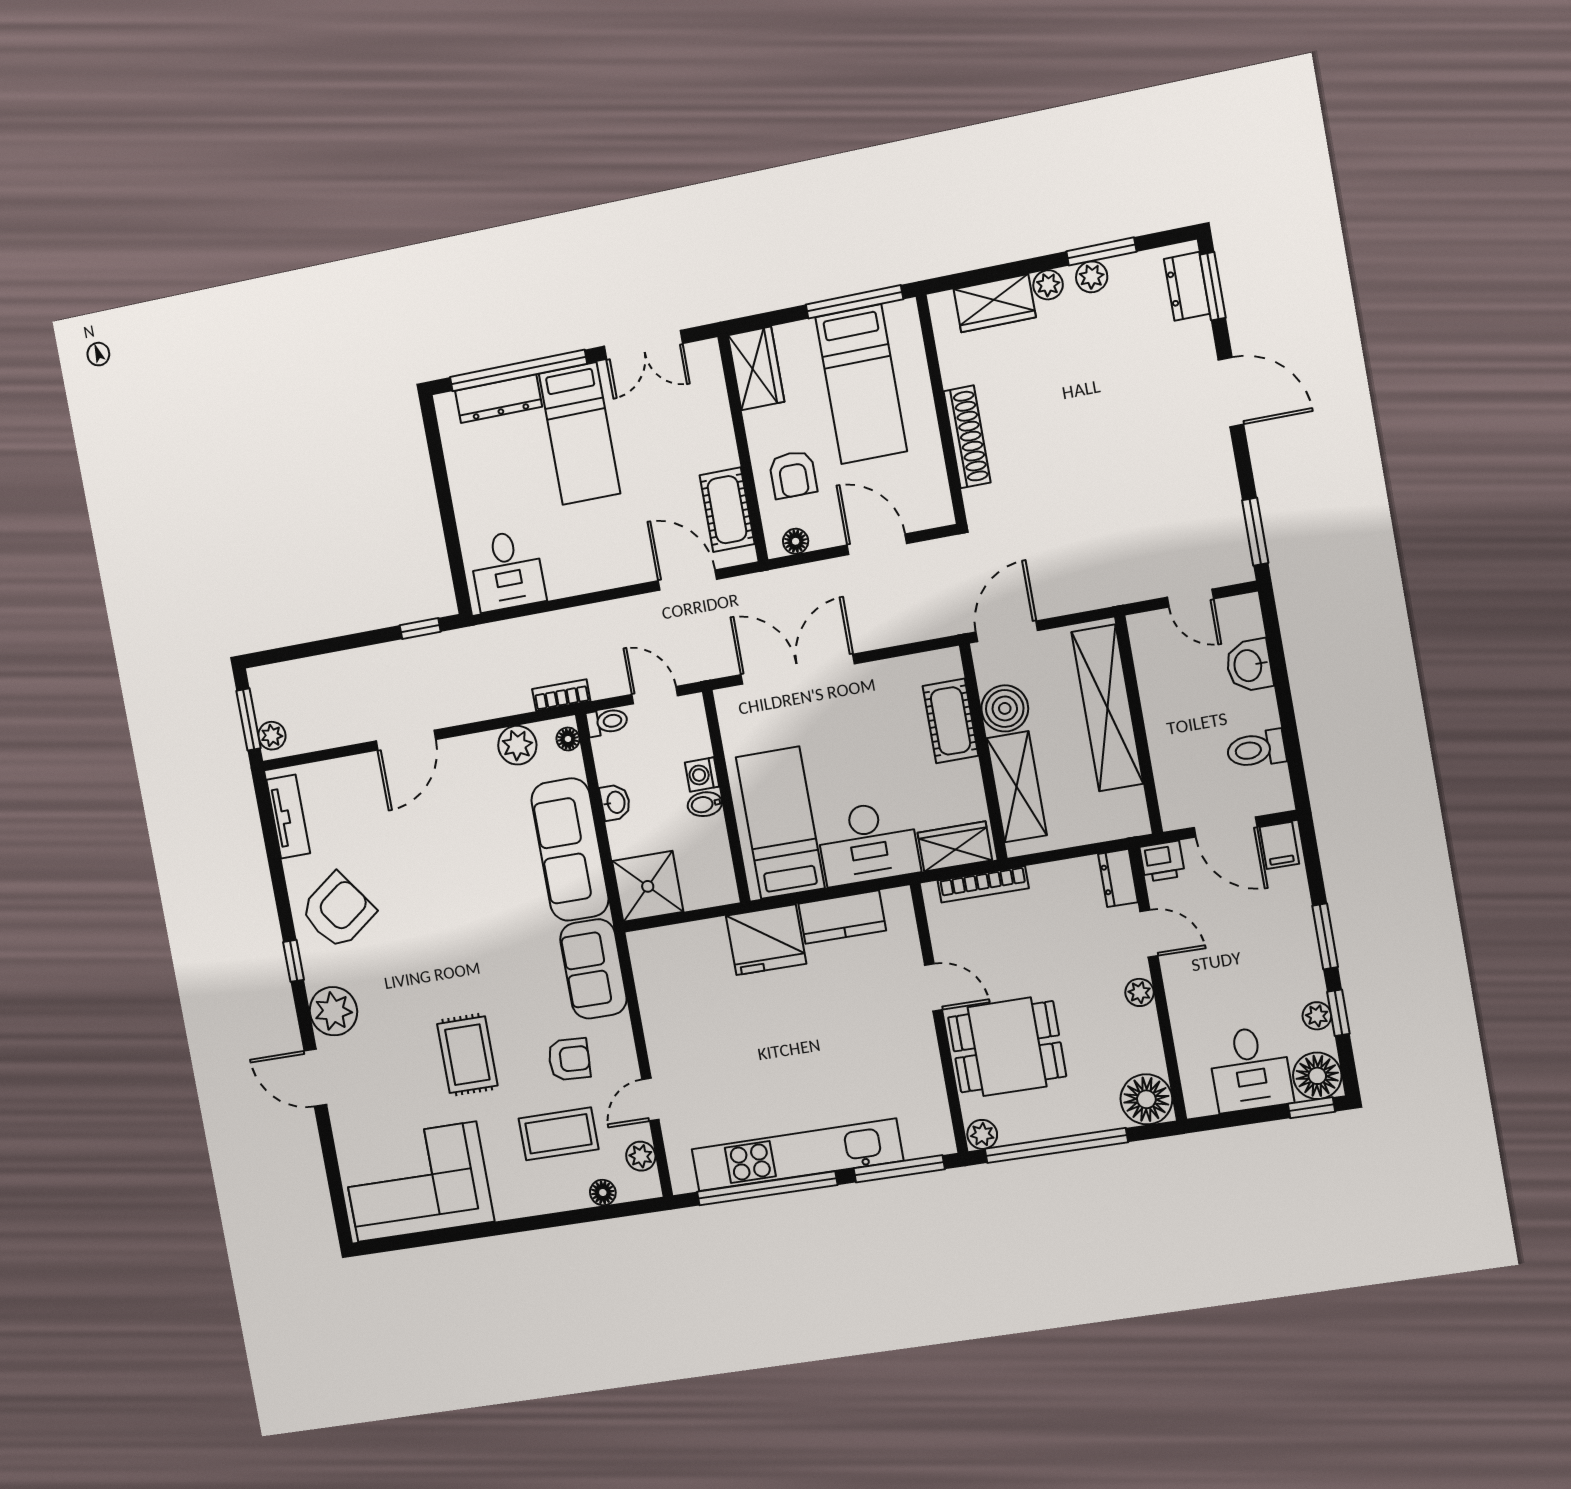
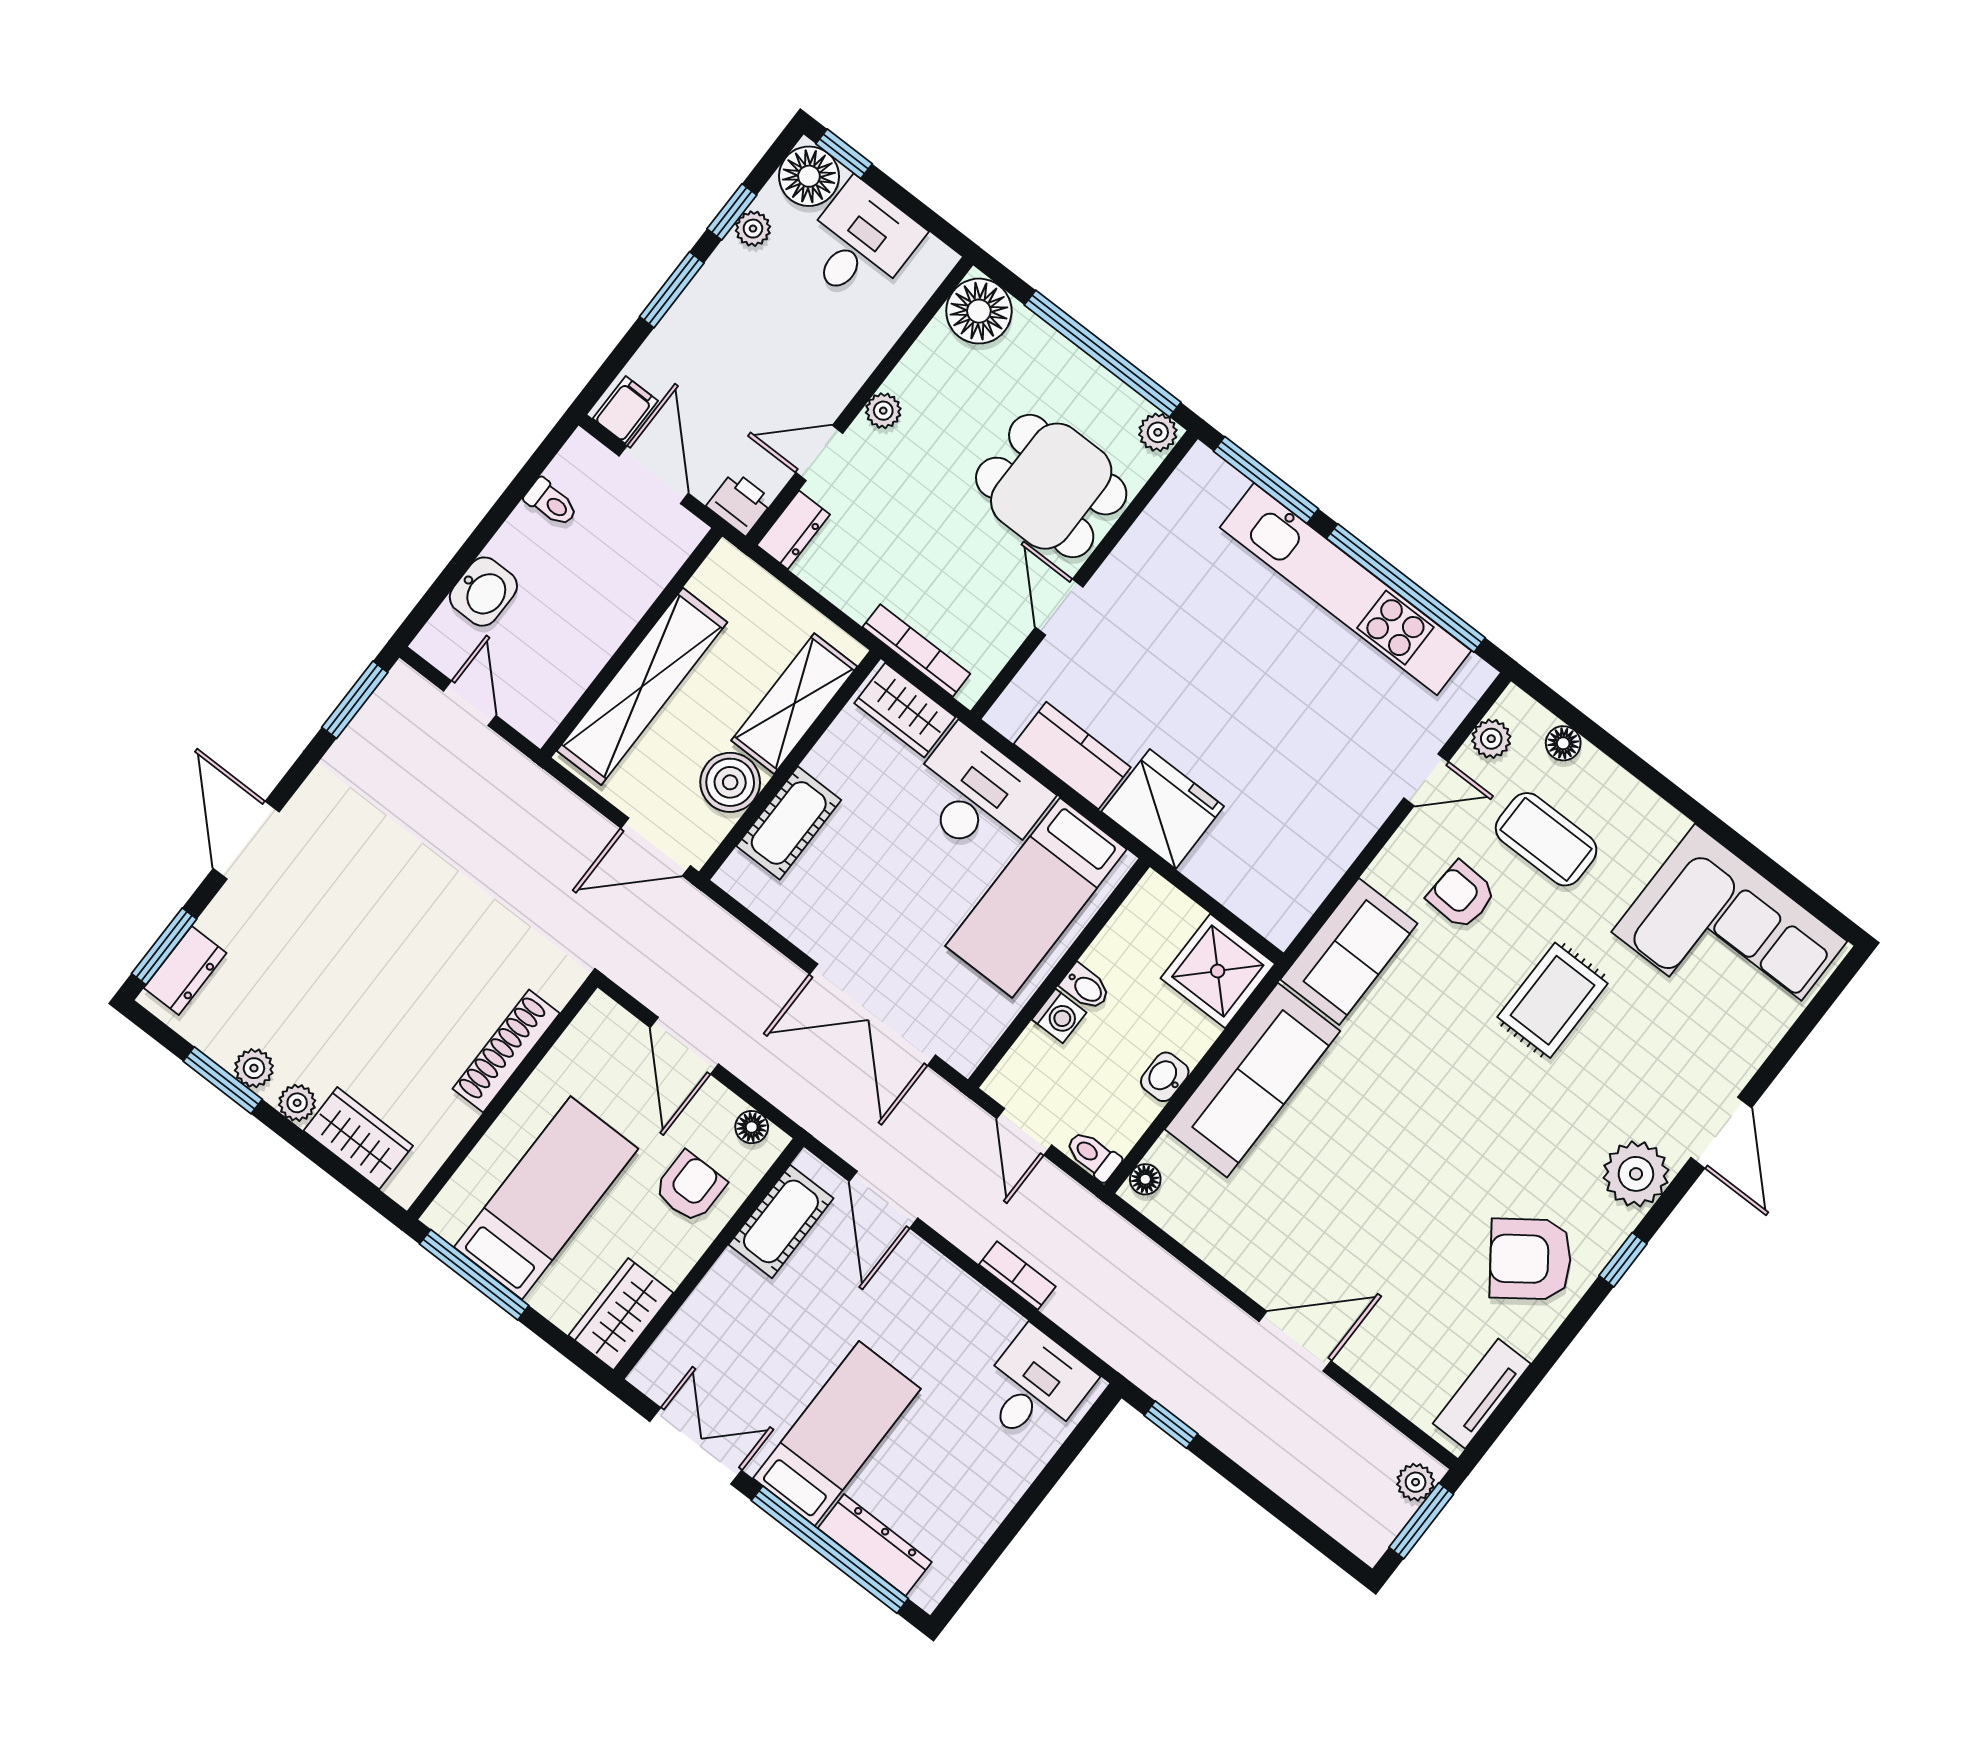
bookcase: (561, 695) -> (1017, 1275), moved, turned 180
plant: (517, 745) -> (1197, 1224), removed
toilet: (1256, 749) -> (551, 503), width x0.73, depth x0.72
door: (1149, 934) -> (819, 453), hinge flipped

